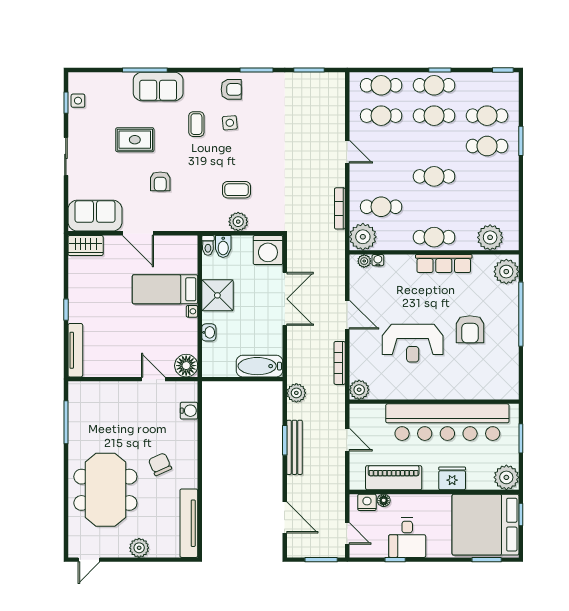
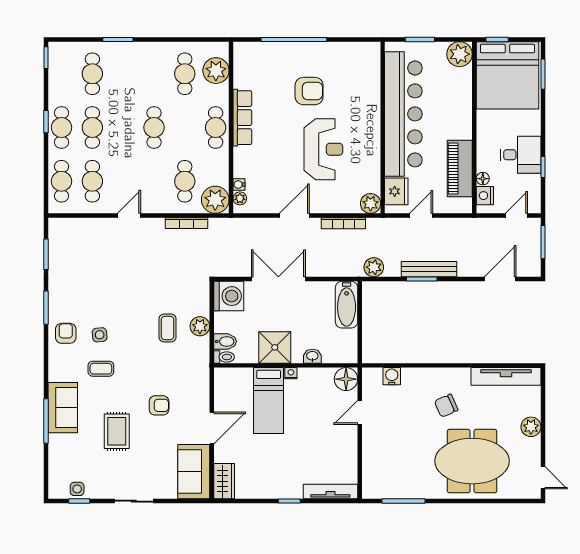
cafe table: (487, 146) -> (185, 74), moved
plant: (506, 272) -> (251, 54), removed
fridge: (452, 478) -> (396, 191), moved, turned 180

